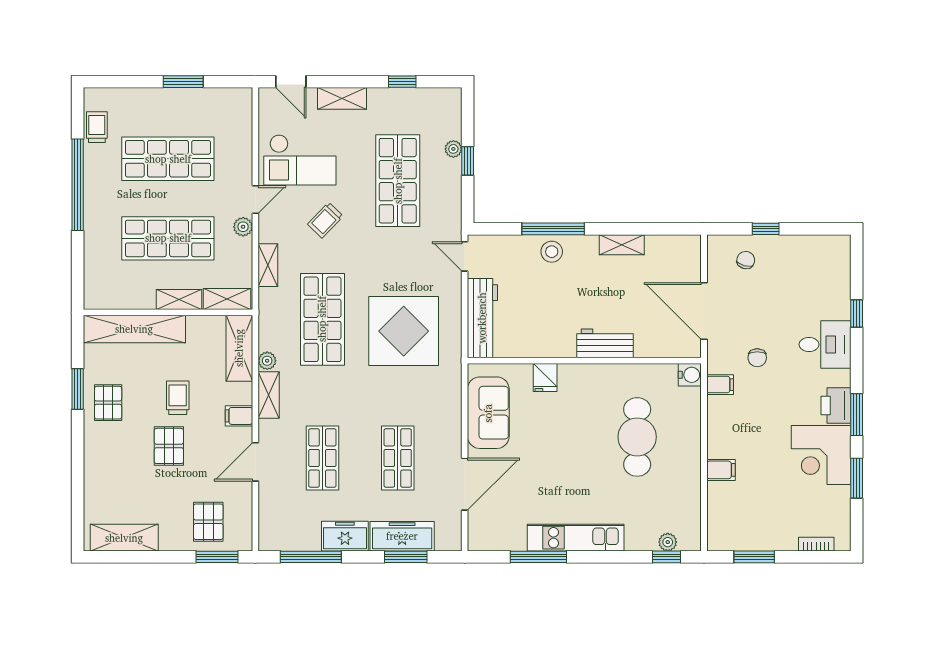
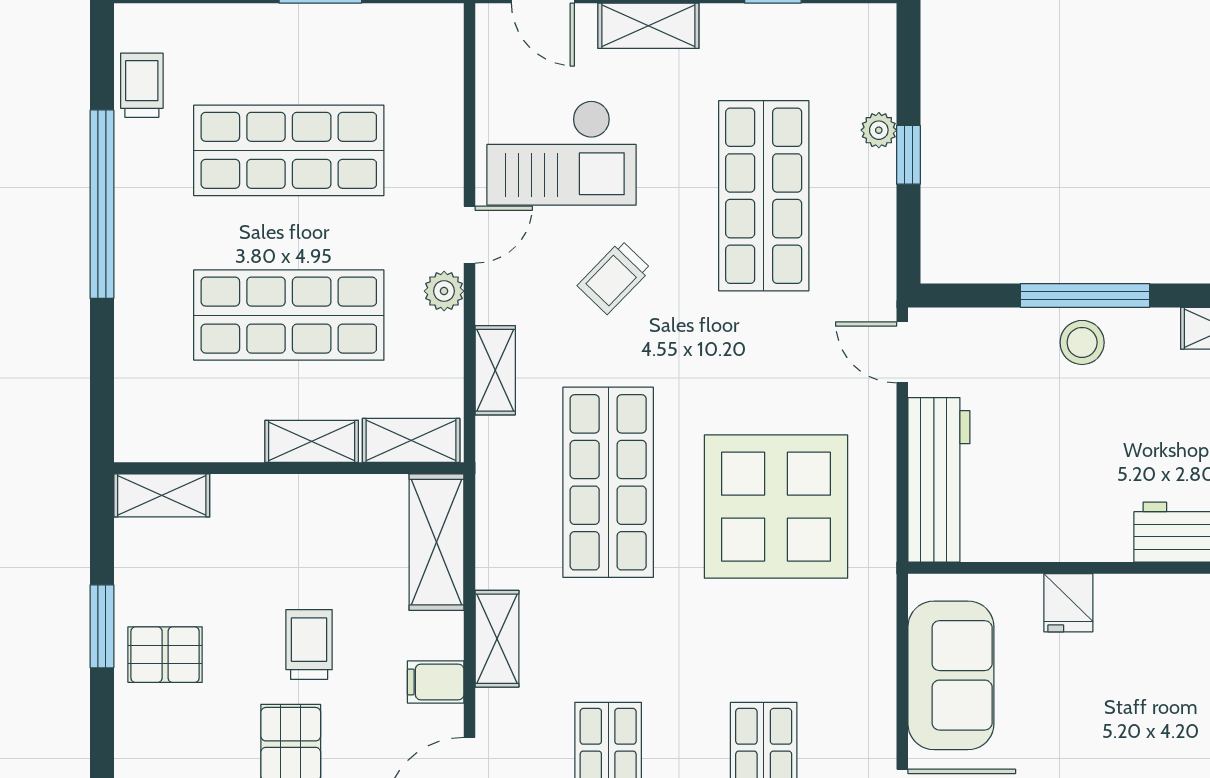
shelving: (134, 329) -> (162, 495), width x0.45, depth x0.75
plant: (267, 361) -> (494, 568), removed
pallet: (108, 403) -> (165, 655), turned 90

